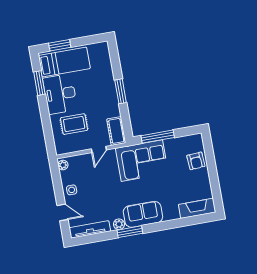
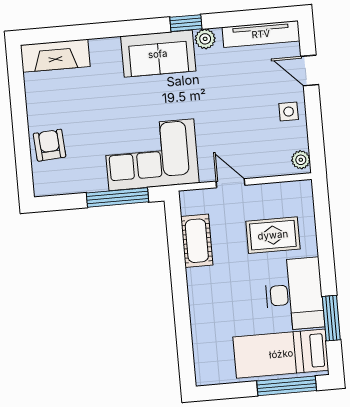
window: (60, 45) -> (287, 386), width x1.44
window: (121, 91) -> (180, 289), removed
cot: (116, 131) -> (197, 241), moved
door: (99, 149) -> (230, 183), hinge flipped
window: (130, 232) -> (186, 23), width x0.67

